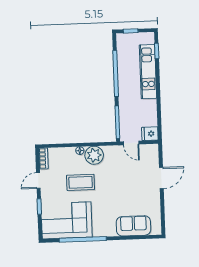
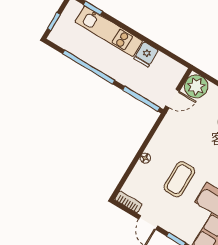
fridge: (150, 134) -> (146, 54), moved
plant: (94, 155) -> (196, 86), moved

